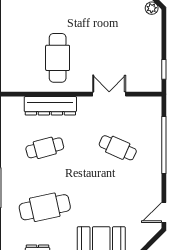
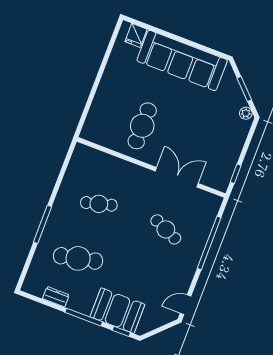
double door: (109, 94) -> (177, 177), width x1.37
dresser: (50, 106) -> (119, 167), removed

